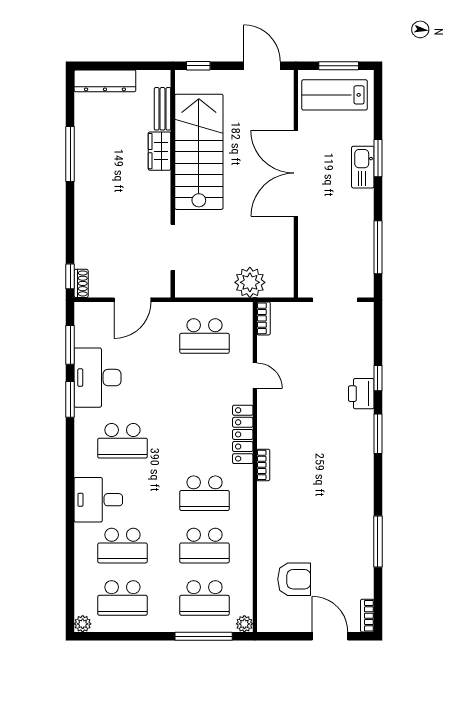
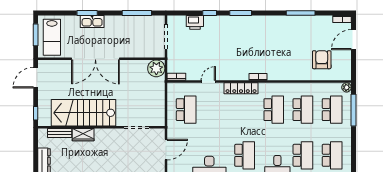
plant: (250, 282) -> (156, 68), moved
door: (133, 300) -> (166, 150), hinge flipped
printer: (361, 394) -> (195, 22), moved

